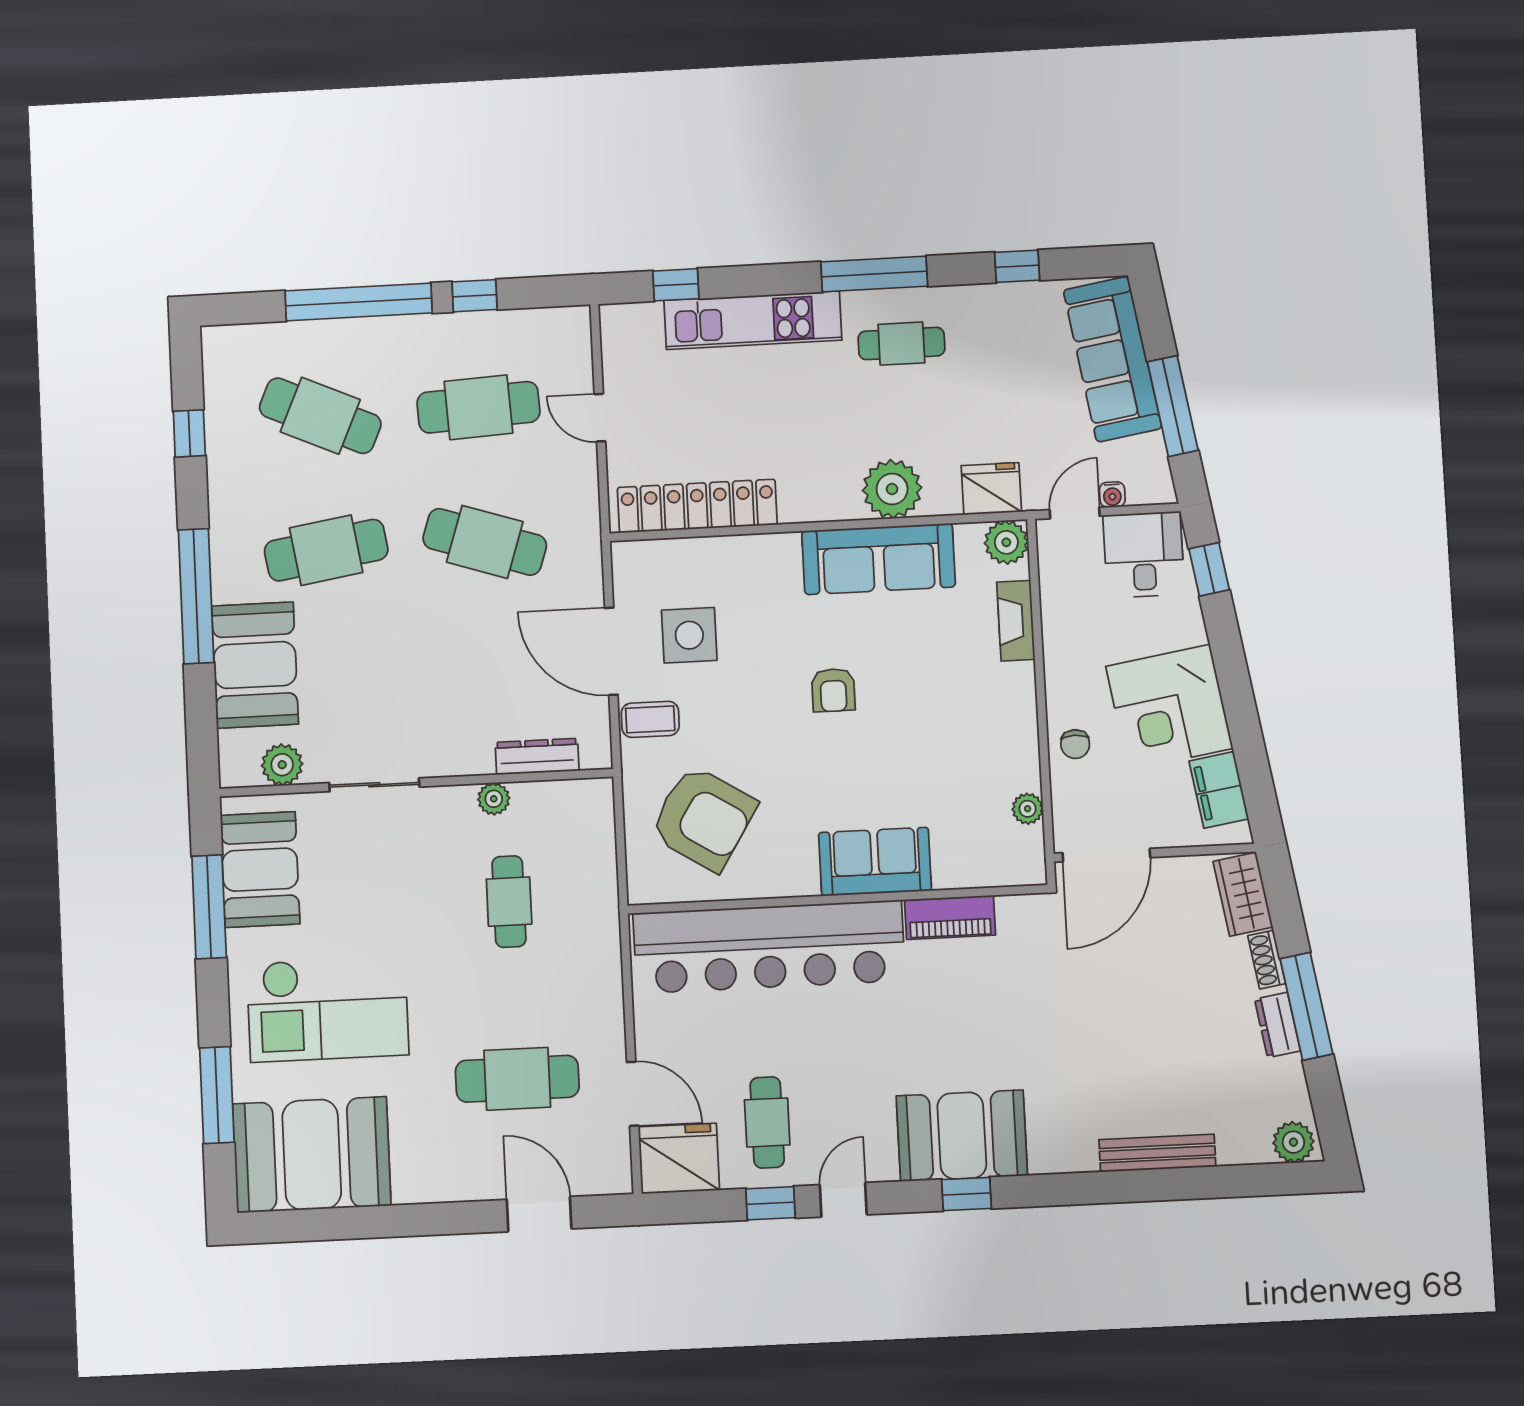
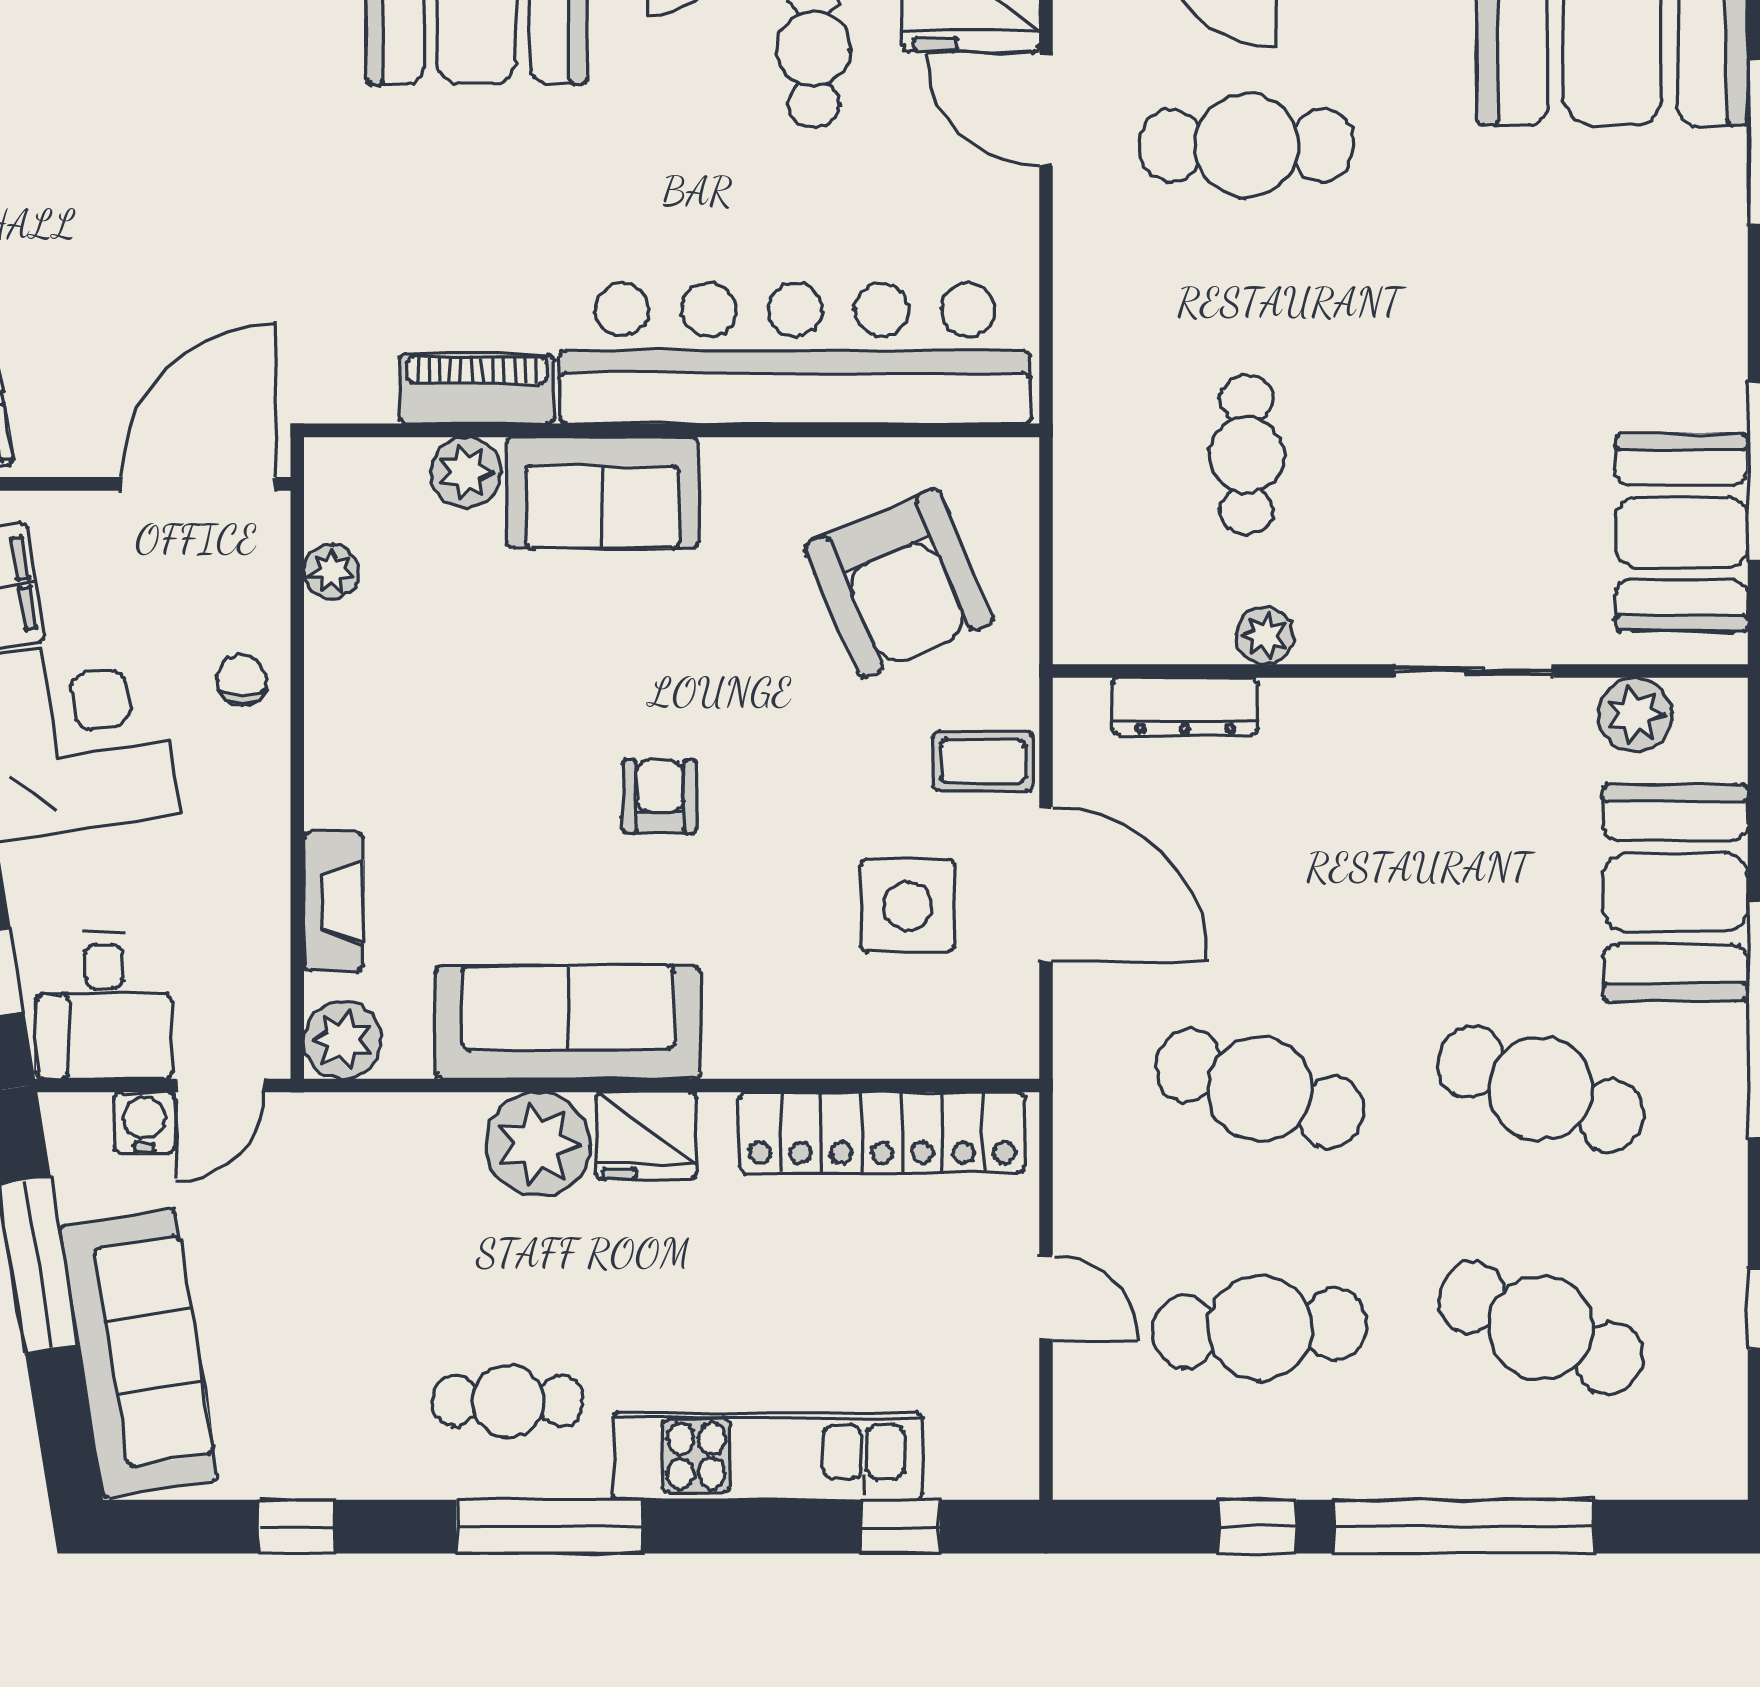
fridge: (991, 489) -> (646, 1136), moved
water cooler: (1112, 495) -> (144, 1123), width x1.38, depth x1.38
cafe table: (326, 550) -> (1541, 1089), turned 30
armchair: (703, 818) -> (899, 584), turned -145
plant: (954, 870) -> (466, 472), added
checkout: (328, 1009) -> (1573, 283), removed

